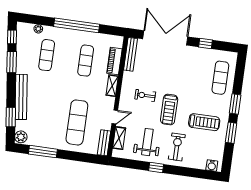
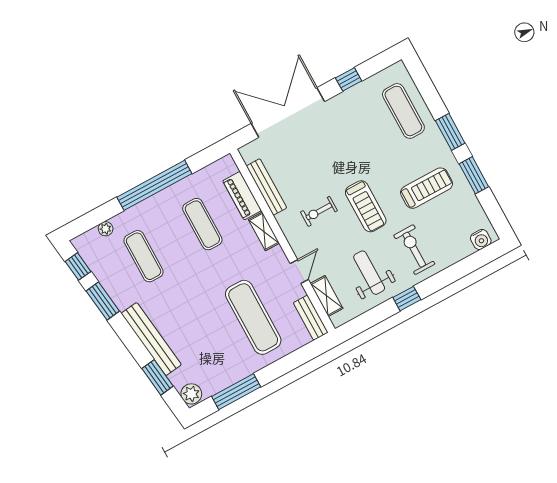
bench: (131, 54) -> (266, 187), moved

